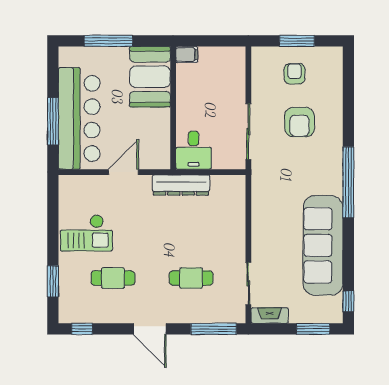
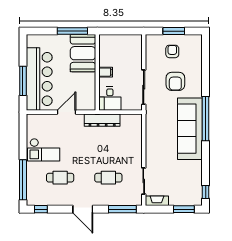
window: (109, 41) -> (72, 31), moved
filing cabinet: (187, 55) -> (106, 72), moved
sofa: (323, 245) -> (190, 129), moved
window: (53, 281) -> (23, 180), width x2.11

